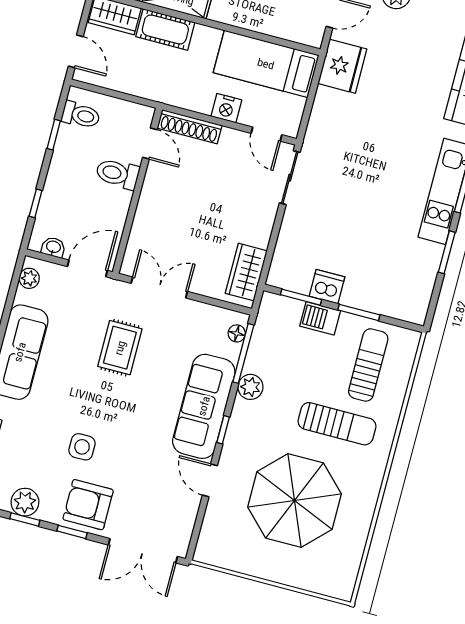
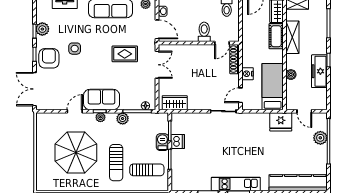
boiler: (251, 20) -> (291, 75), added
sofa: (204, 406) -> (102, 100), width x0.73
plant: (236, 431) -> (100, 117), added

